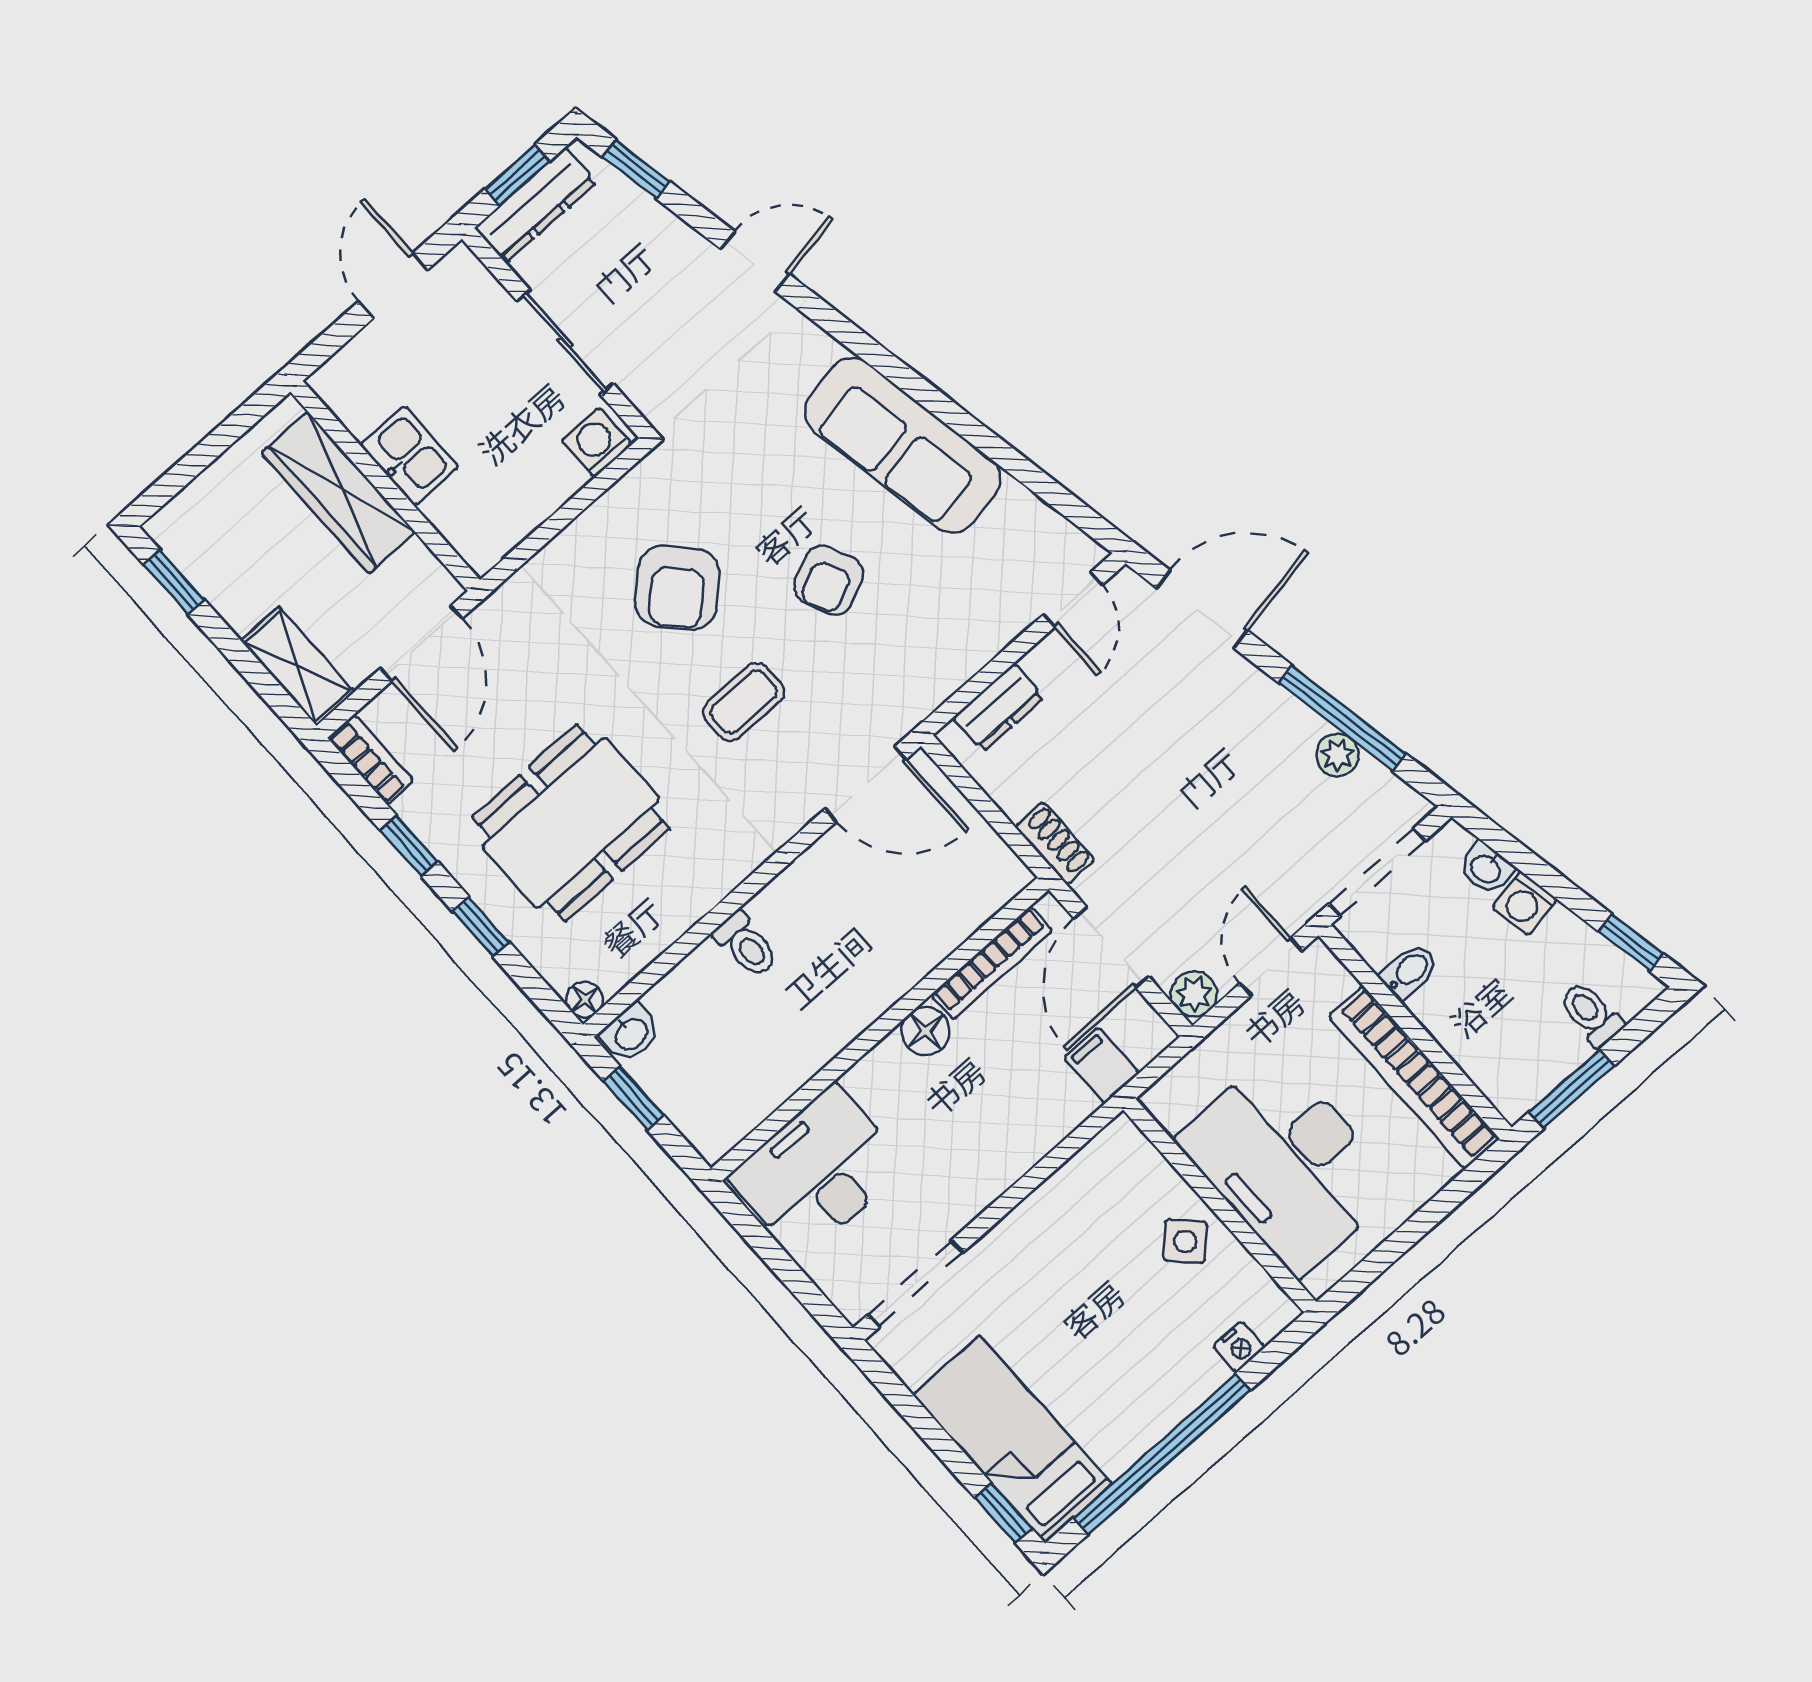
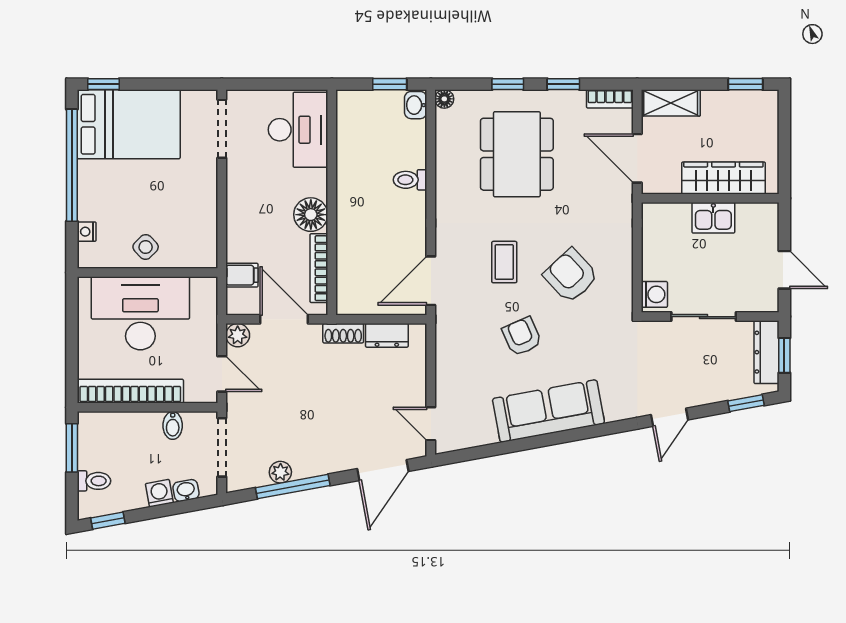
dresser: (998, 708) -> (387, 335), moved, turned -90
floor lamp: (925, 1031) -> (311, 215), width x1.38, depth x1.38
bed: (1012, 1439) -> (129, 124), width x1.50

